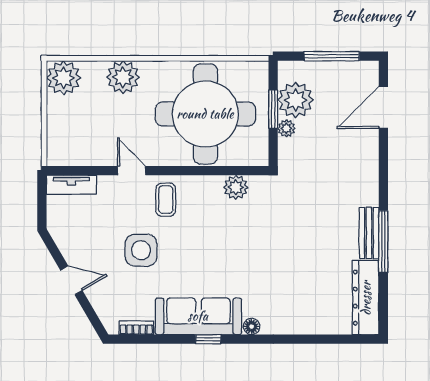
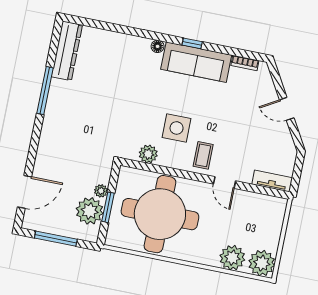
plant: (123, 77) -> (232, 258), moved
bench: (369, 233) -> (54, 99), removed
side table: (141, 250) -> (177, 128), moved

